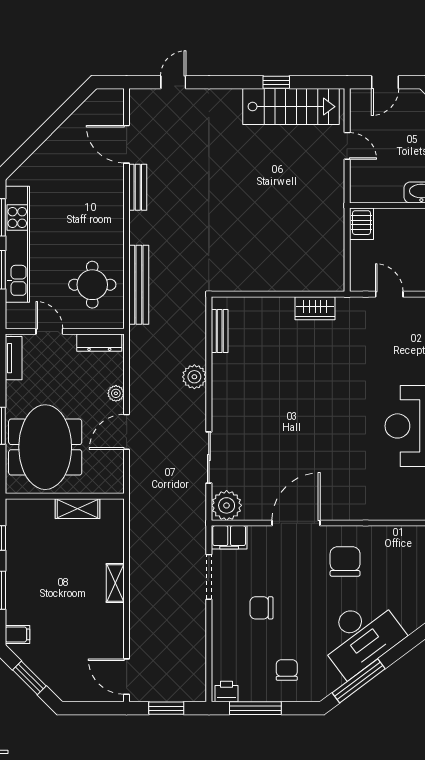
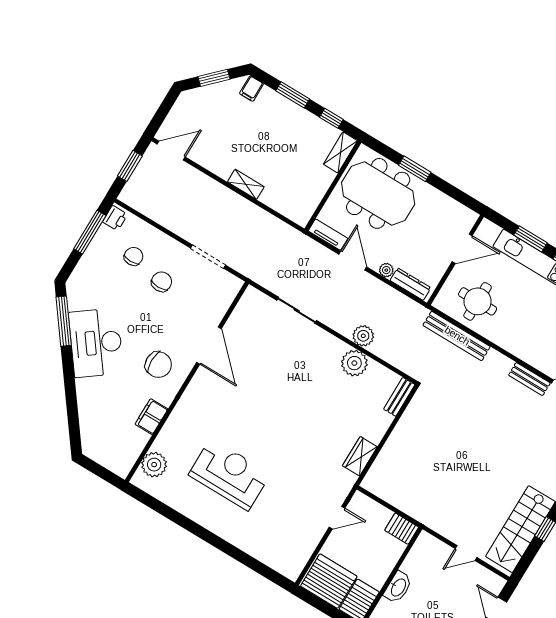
door: (49, 331) -> (462, 249), width x1.38
bench: (220, 331) -> (399, 397), moved, turned 90
dresser: (99, 343) -> (410, 284), moved, turned 90
tv unit: (14, 358) -> (328, 235), moved, turned 180
plant: (227, 505) -> (354, 363), moved
shelving: (78, 509) -> (340, 153), moved
filing cabinet: (229, 537) -> (151, 417), moved
chair: (287, 670) -> (134, 256), moved, turned -90

